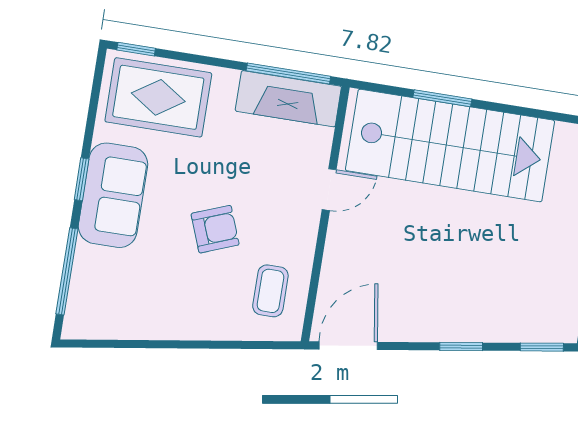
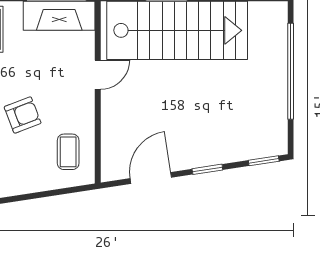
door: (348, 346) -> (151, 178), moved

